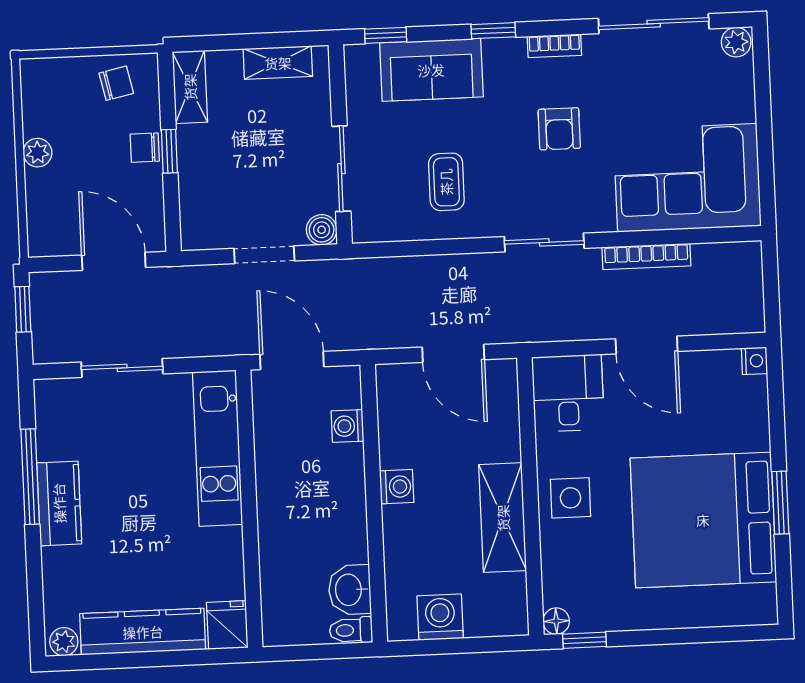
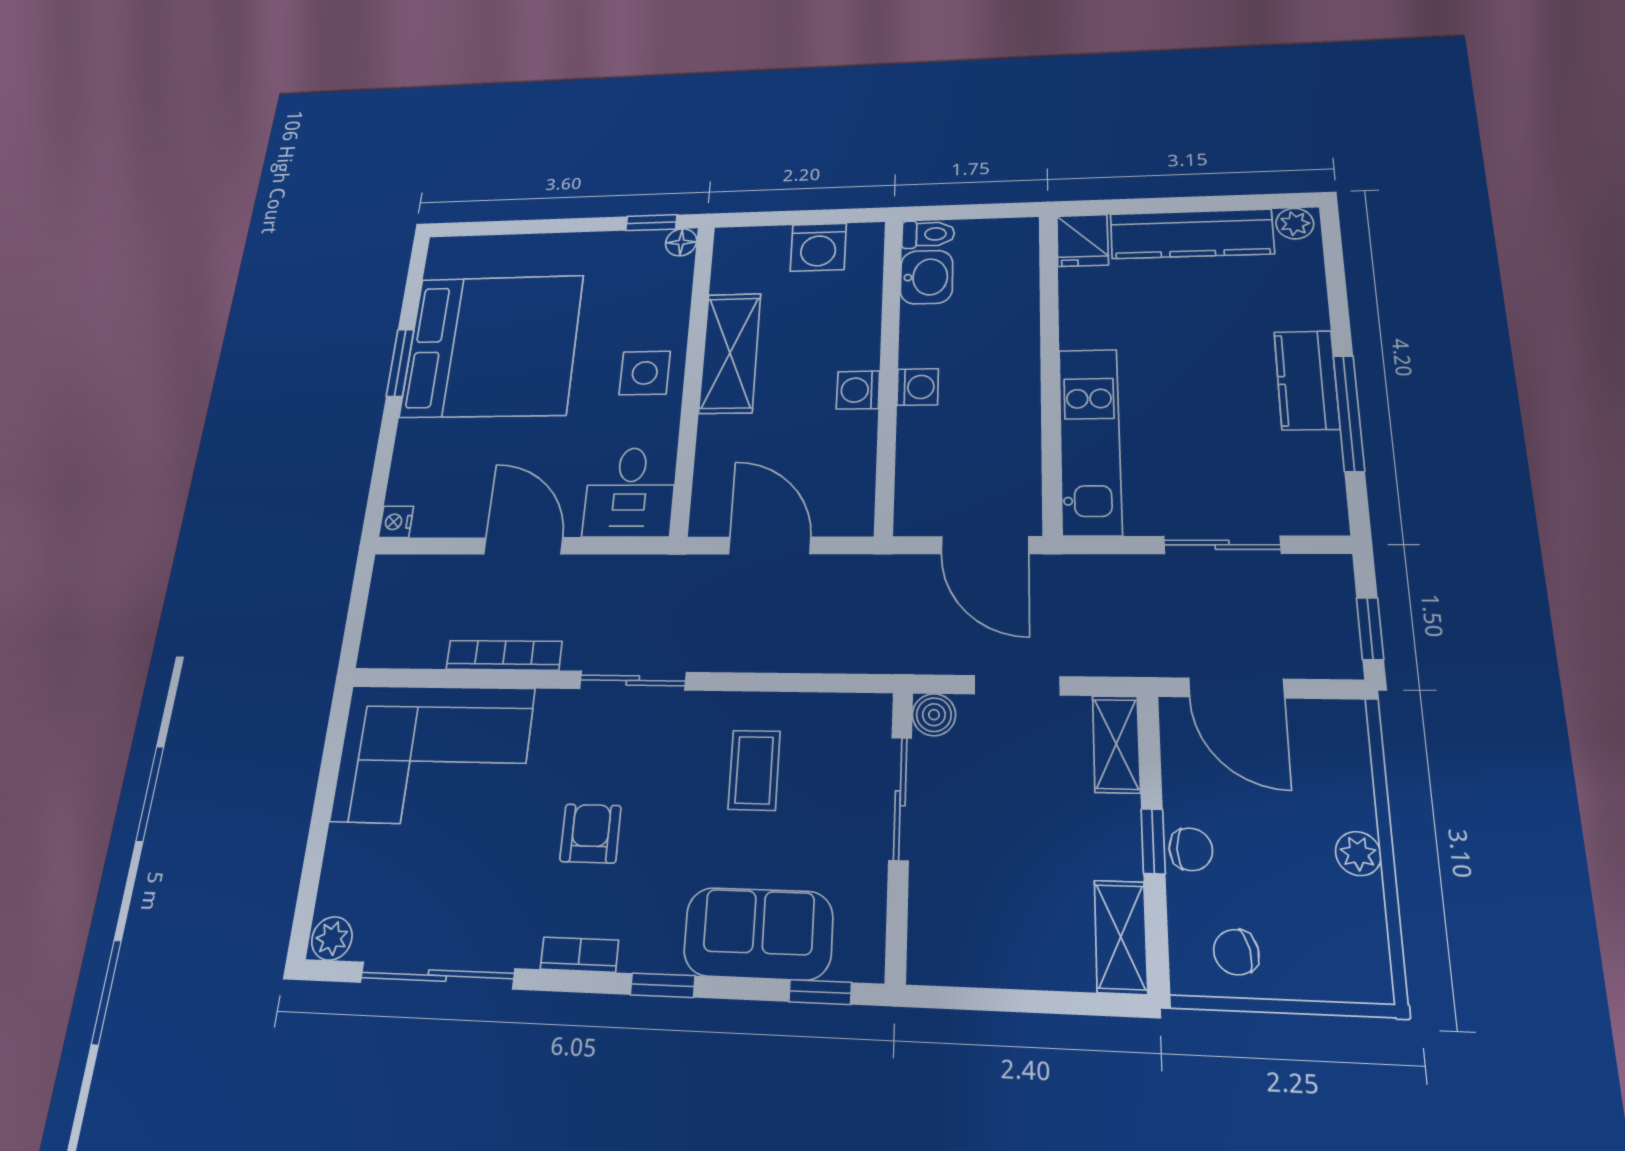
shelving: (278, 63) -> (1116, 744), moved, turned 90
washing machine: (347, 426) -> (918, 387), moved

